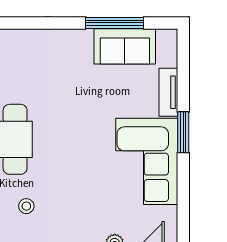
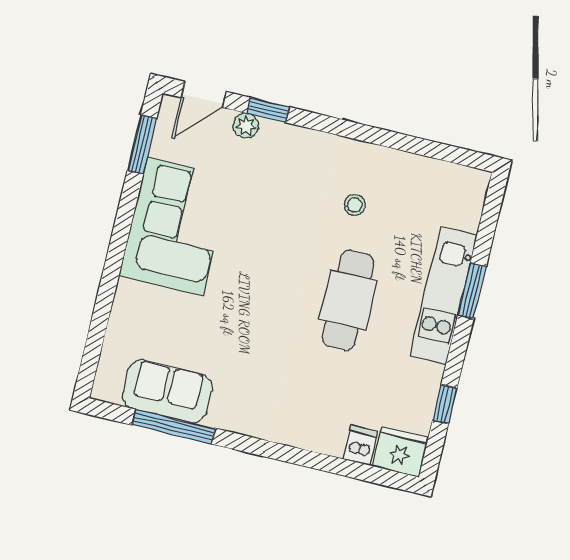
tv unit: (168, 92) -> (123, 314), removed
window: (183, 132) -> (142, 144), moved

